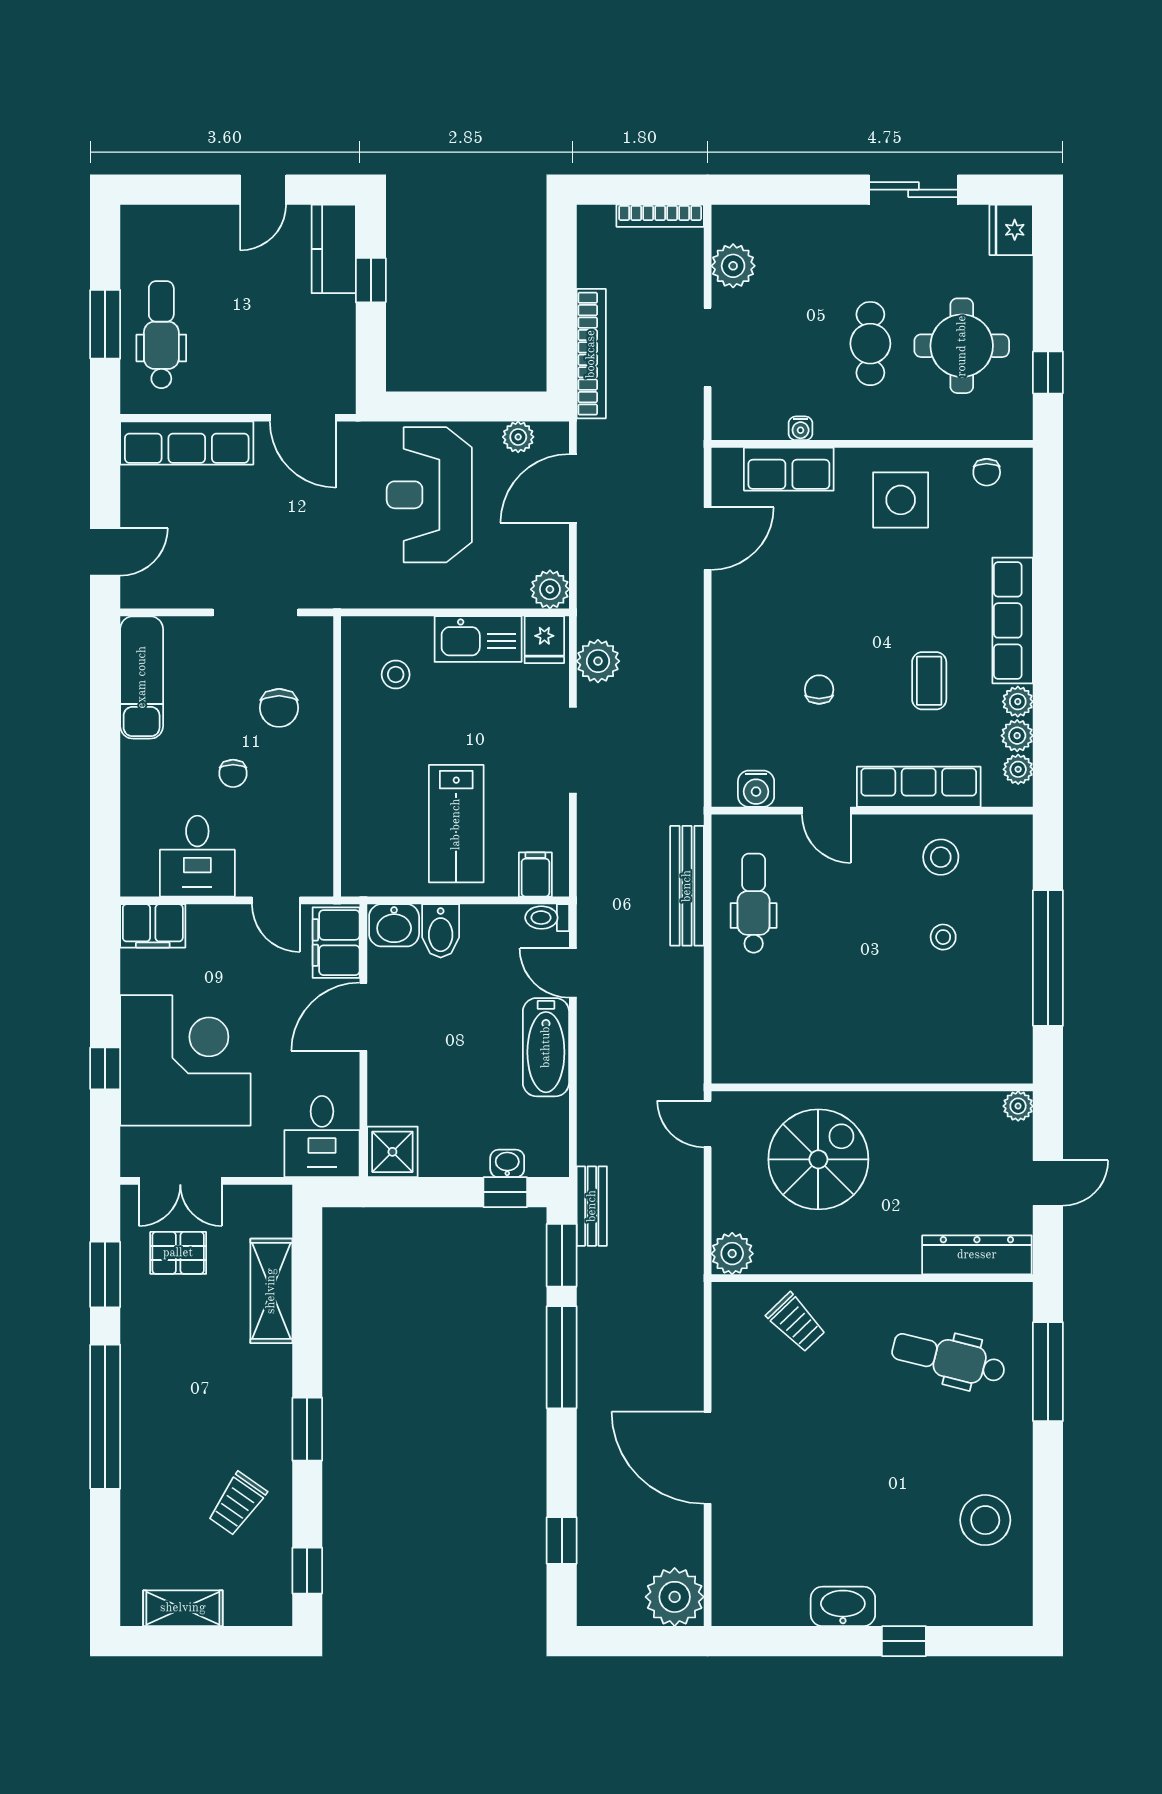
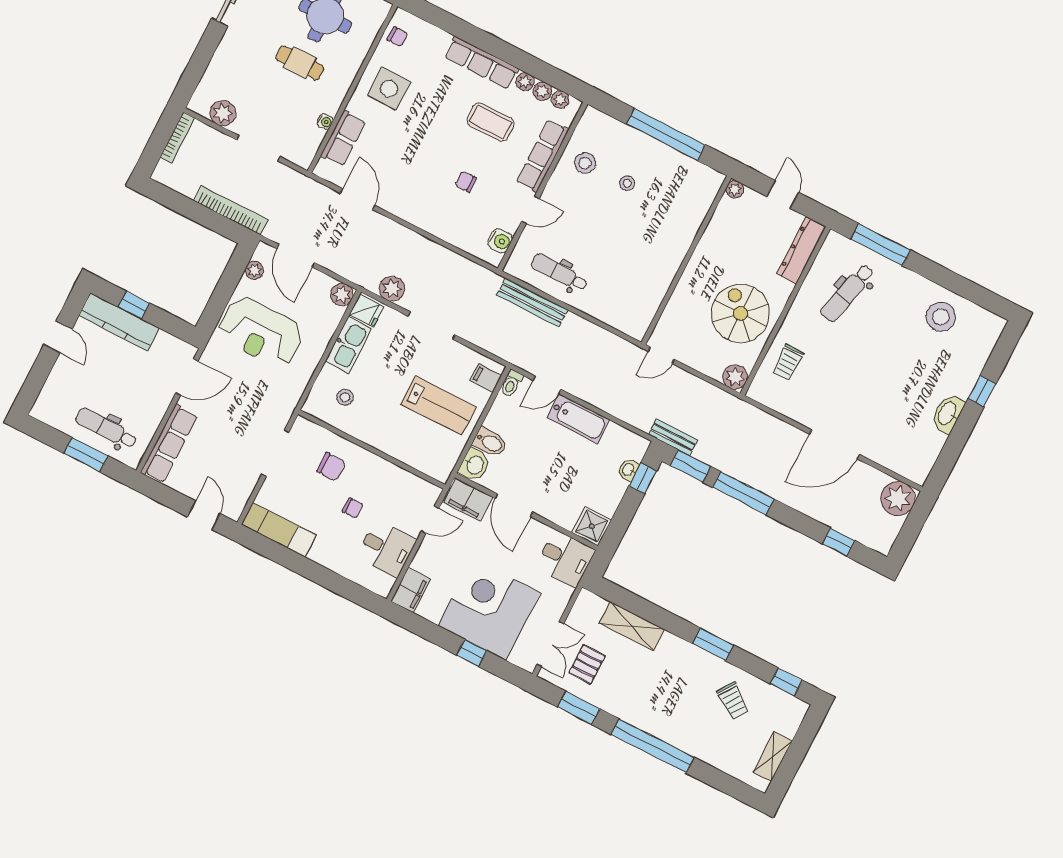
kitchen counter: (334, 249) -> (119, 322), width x1.50
coffee table: (929, 681) -> (490, 122), width x1.36, depth x1.30
spiral stairs: (818, 1159) -> (741, 313), moved
trolley: (796, 1322) -> (788, 362), turned 134

